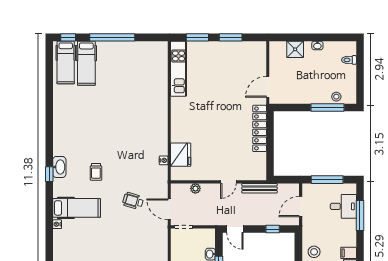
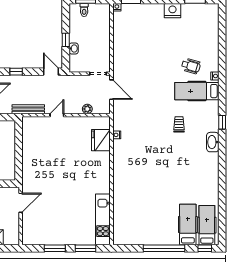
locker: (260, 128) -> (28, 164), removed
washbasin: (59, 167) -> (213, 142), moved
wheelchair: (133, 201) -> (191, 66), moved

